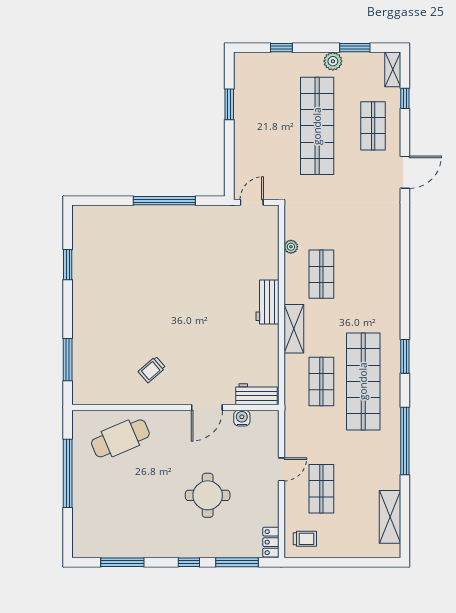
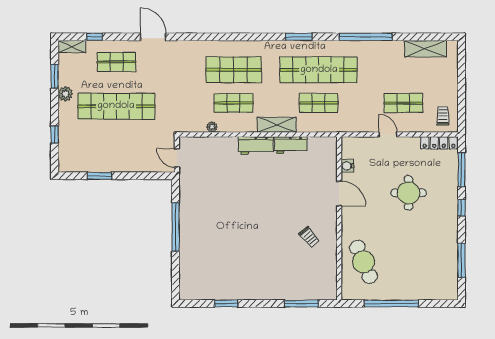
shop shelf: (363, 274) -> (234, 70), added
workbench: (256, 394) -> (291, 145), moved, turned -90
locker: (271, 542) -> (439, 143), width x1.53

